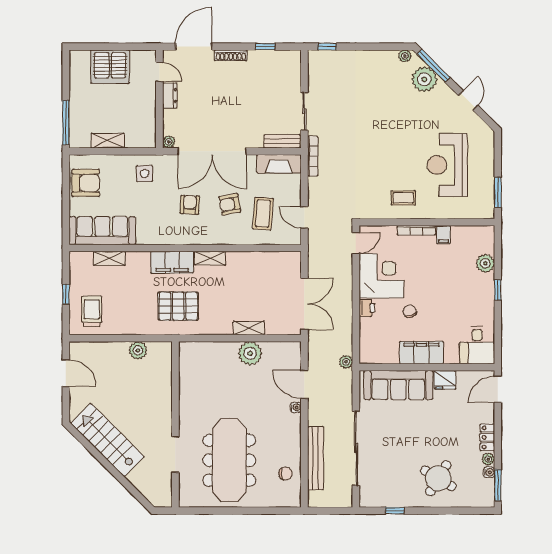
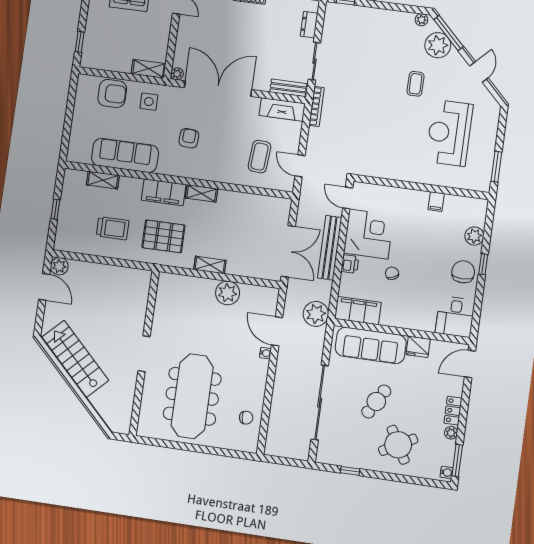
dresser: (170, 96) -> (309, 25), moved, turned 180
window: (66, 123) -> (80, 42), width x0.46
shelving: (108, 141) -> (148, 69), moved
double door: (212, 151) -> (218, 89), swing flipped
armchair: (86, 183) -> (112, 93), moved
coffee table: (403, 198) -> (416, 84), moved, turned 90
armchair: (230, 204) -> (228, 143), removed
bookcase: (416, 230) -> (410, 194), removed
sofa: (102, 231) -> (125, 155), moved
door: (356, 243) -> (348, 198), swing flipped
chair: (479, 300) -> (463, 272), added
trolley: (92, 311) -> (113, 228), moved, turned 90
shelving: (249, 328) -> (210, 265), moved
plant: (138, 350) -> (59, 266), moved
filing cabinet: (421, 353) -> (358, 311), moved
plant: (346, 362) -> (316, 314), width x1.87, depth x1.87
cafe table: (411, 439) -> (376, 401), added
doorway: (175, 455) -> (144, 354), moved
bench: (315, 458) -> (330, 248), moved
water cooler: (489, 472) -> (446, 472), moved
round table: (438, 478) -> (398, 445), turned 30

